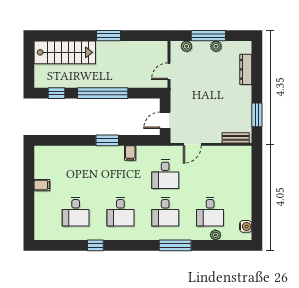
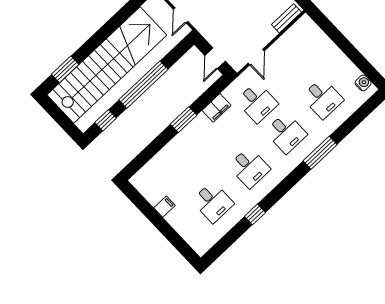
window: (109, 36) -> (65, 69), moved
stairs: (65, 52) -> (107, 65), width x1.86, depth x1.51
filing cabinet: (130, 153) -> (217, 108), width x2.00
plant: (215, 235) -> (345, 113), removed

